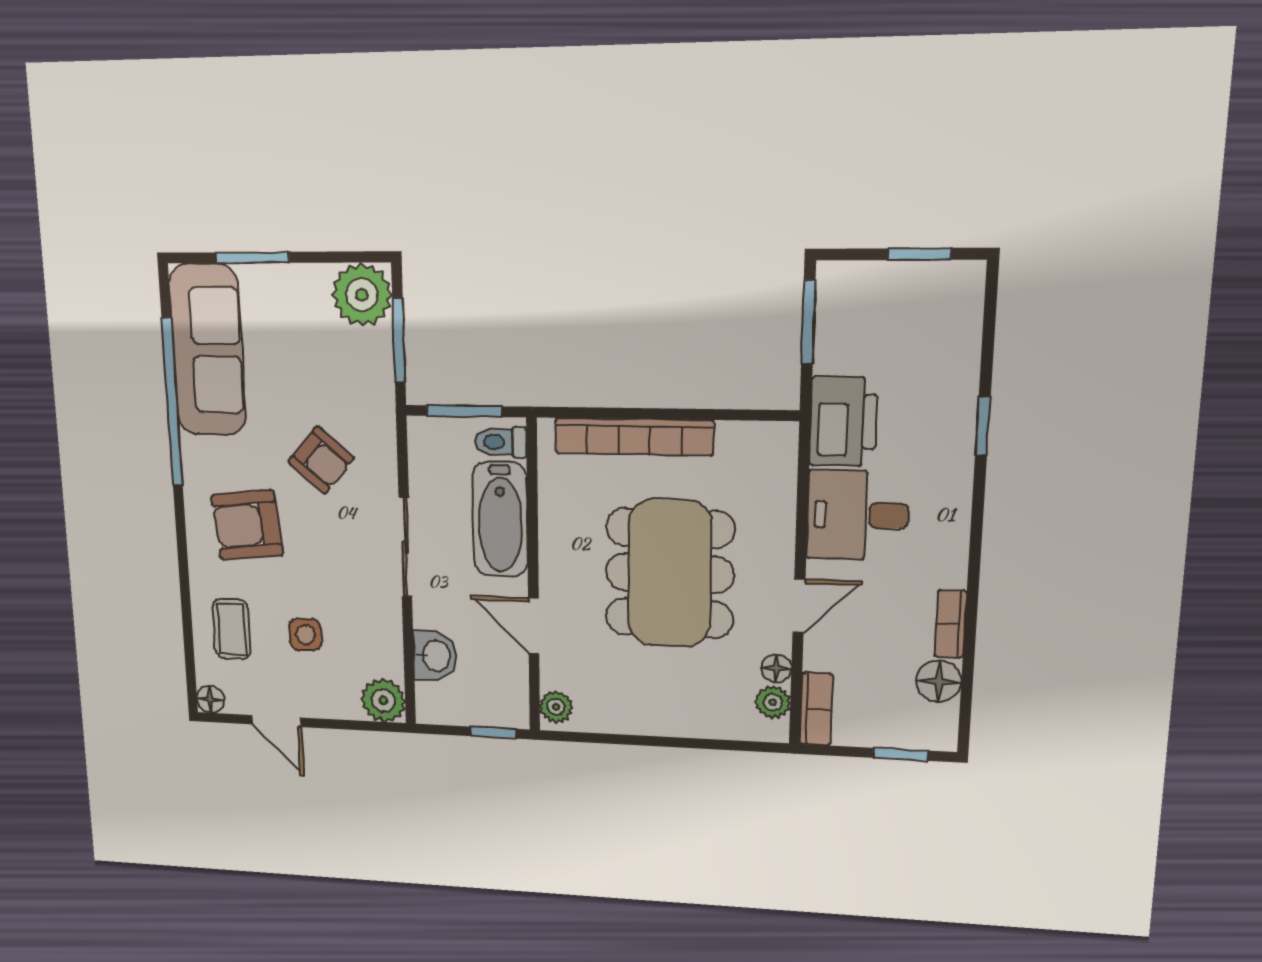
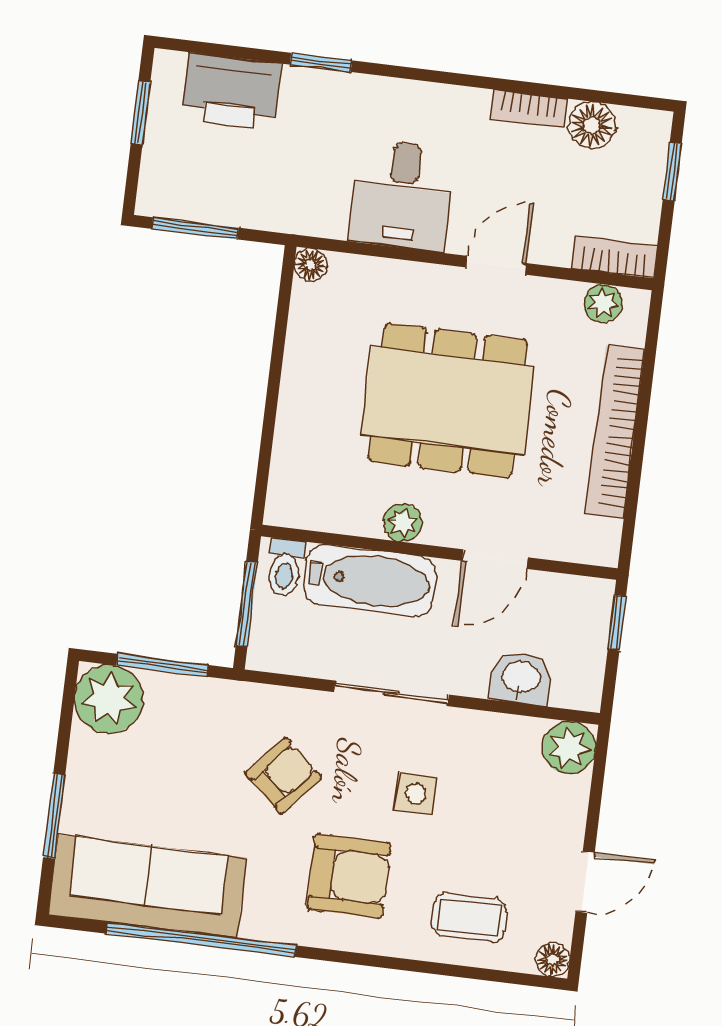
printer: (843, 422) -> (231, 91), moved, turned 180
bookcase: (634, 437) -> (615, 432), moved, turned 180
armchair: (247, 525) -> (349, 876), turned -84
door: (799, 606) -> (496, 265), hinge flipped
side table: (305, 635) -> (416, 794), moved
floor lamp: (776, 668) -> (311, 265), moved
plant: (556, 707) -> (403, 523), moved

